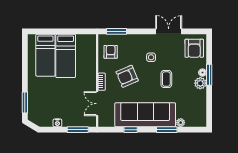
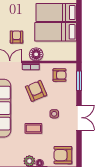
double door: (169, 31) -> (79, 118), moved
floor lamp: (89, 76) -> (36, 54), added
armchair: (71, 97) -> (16, 37), added

